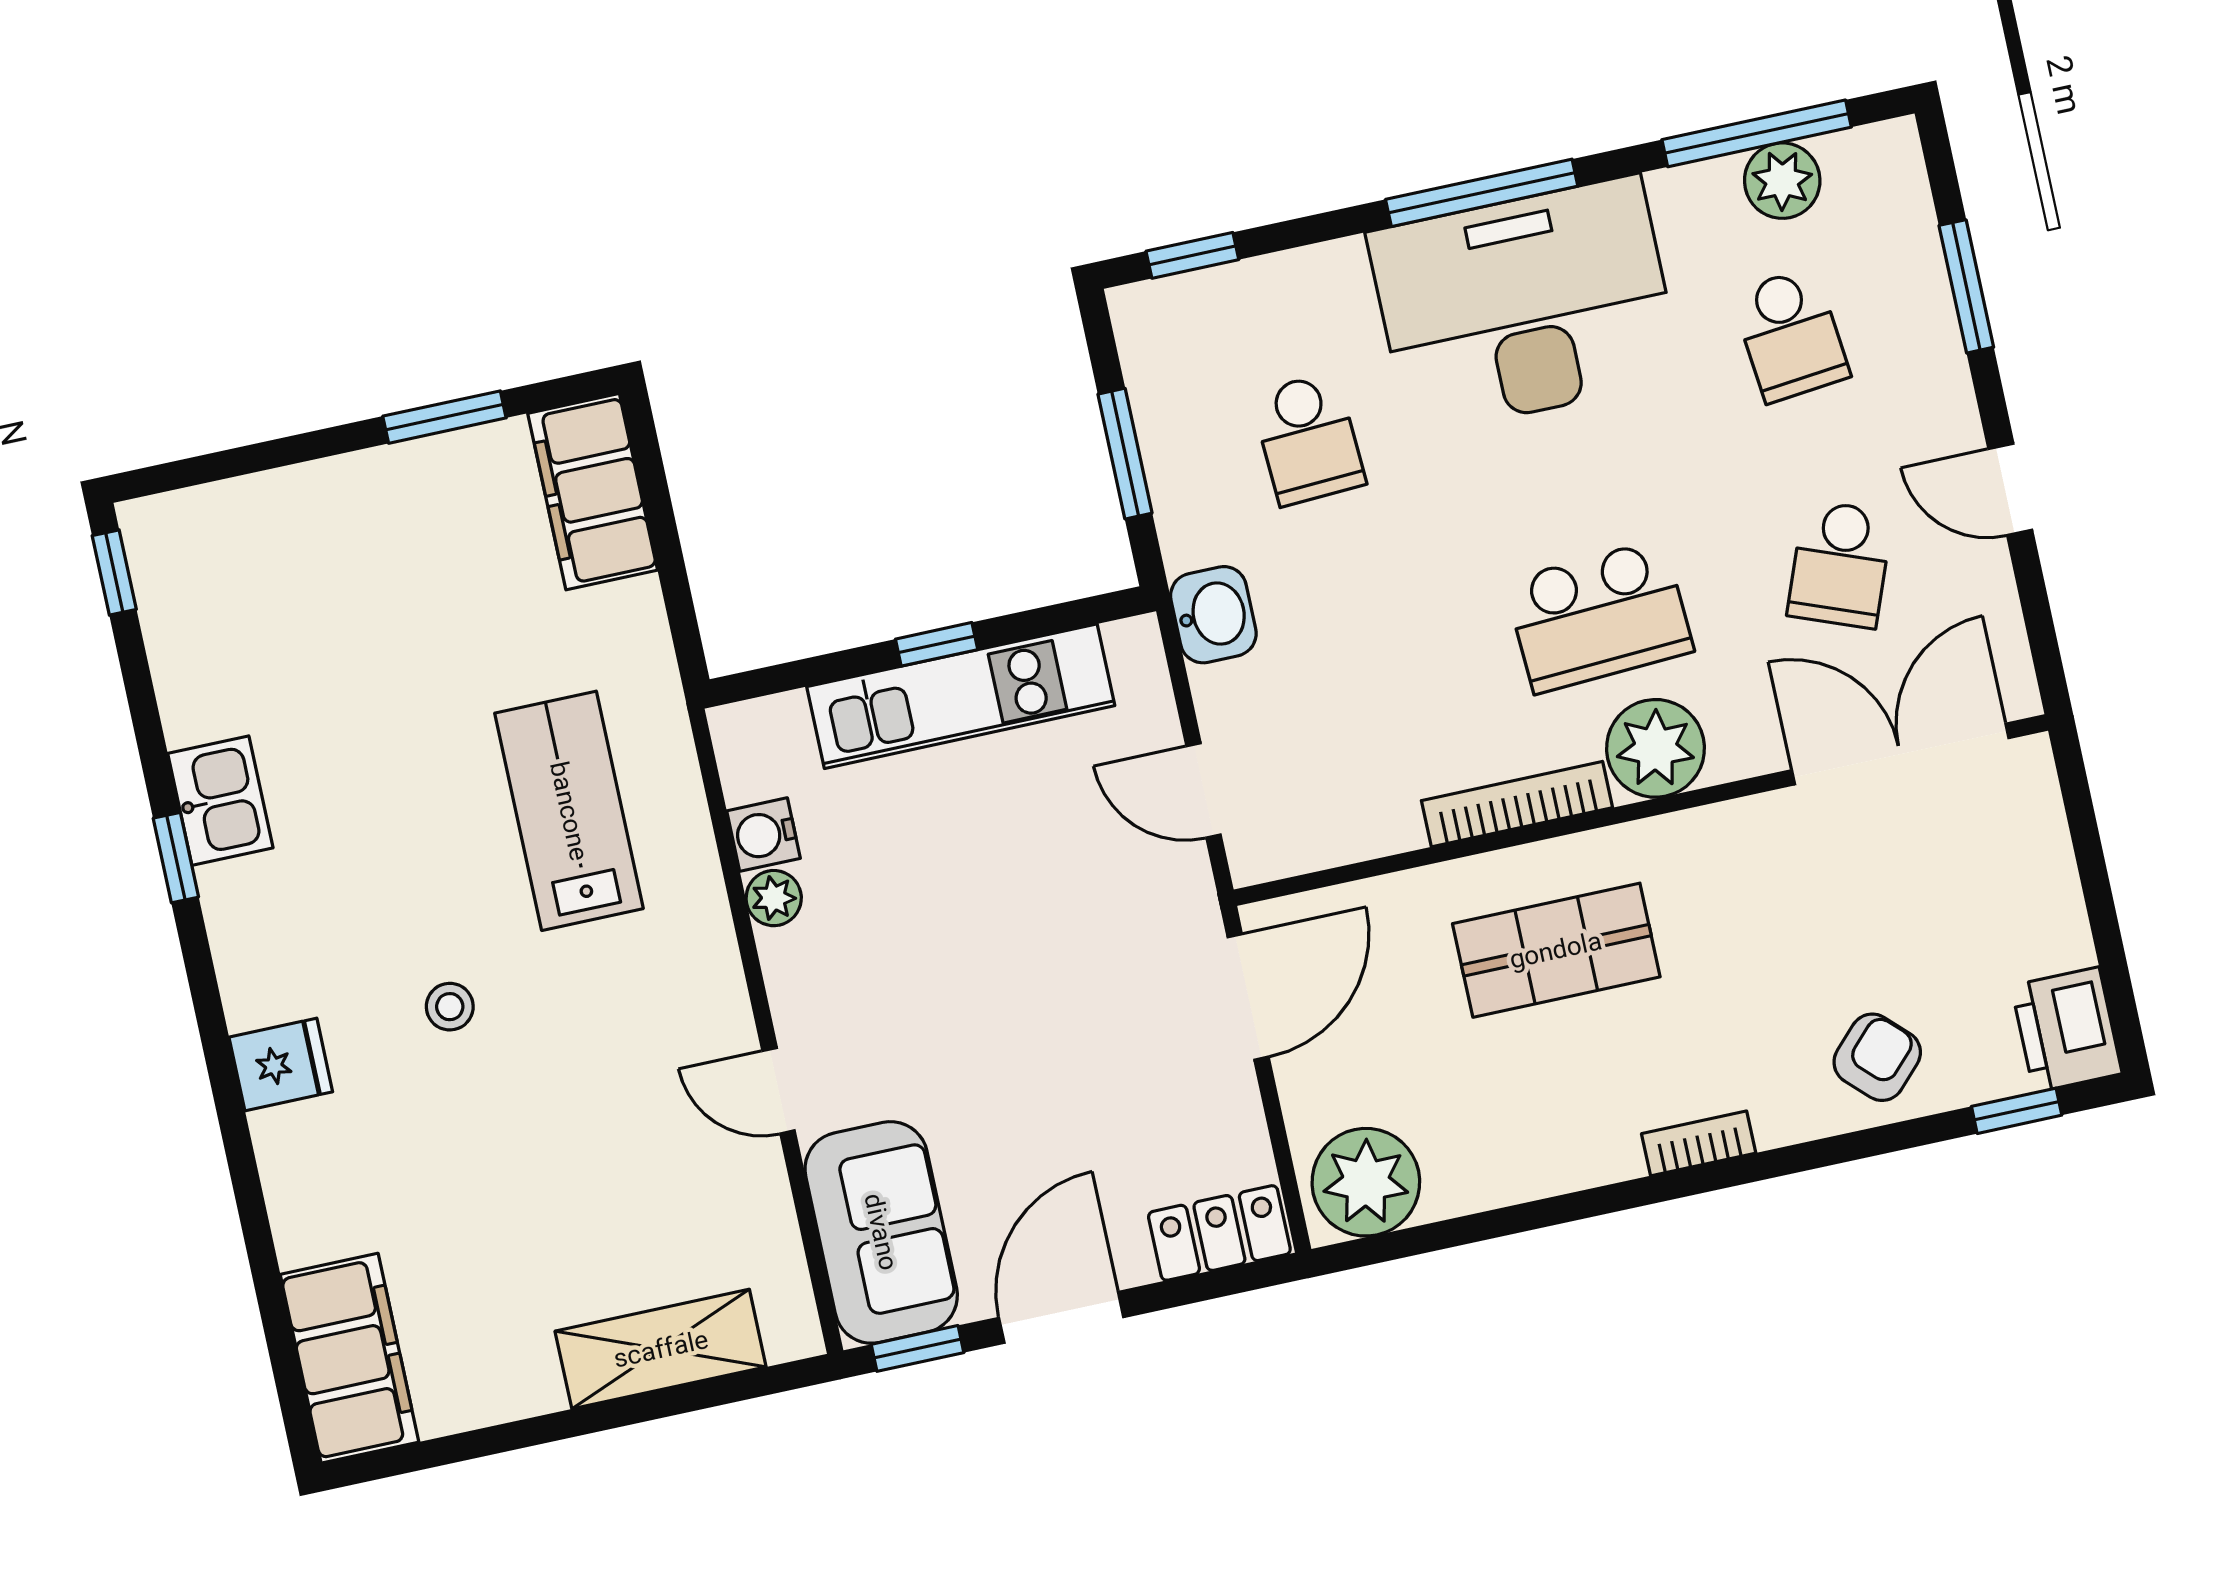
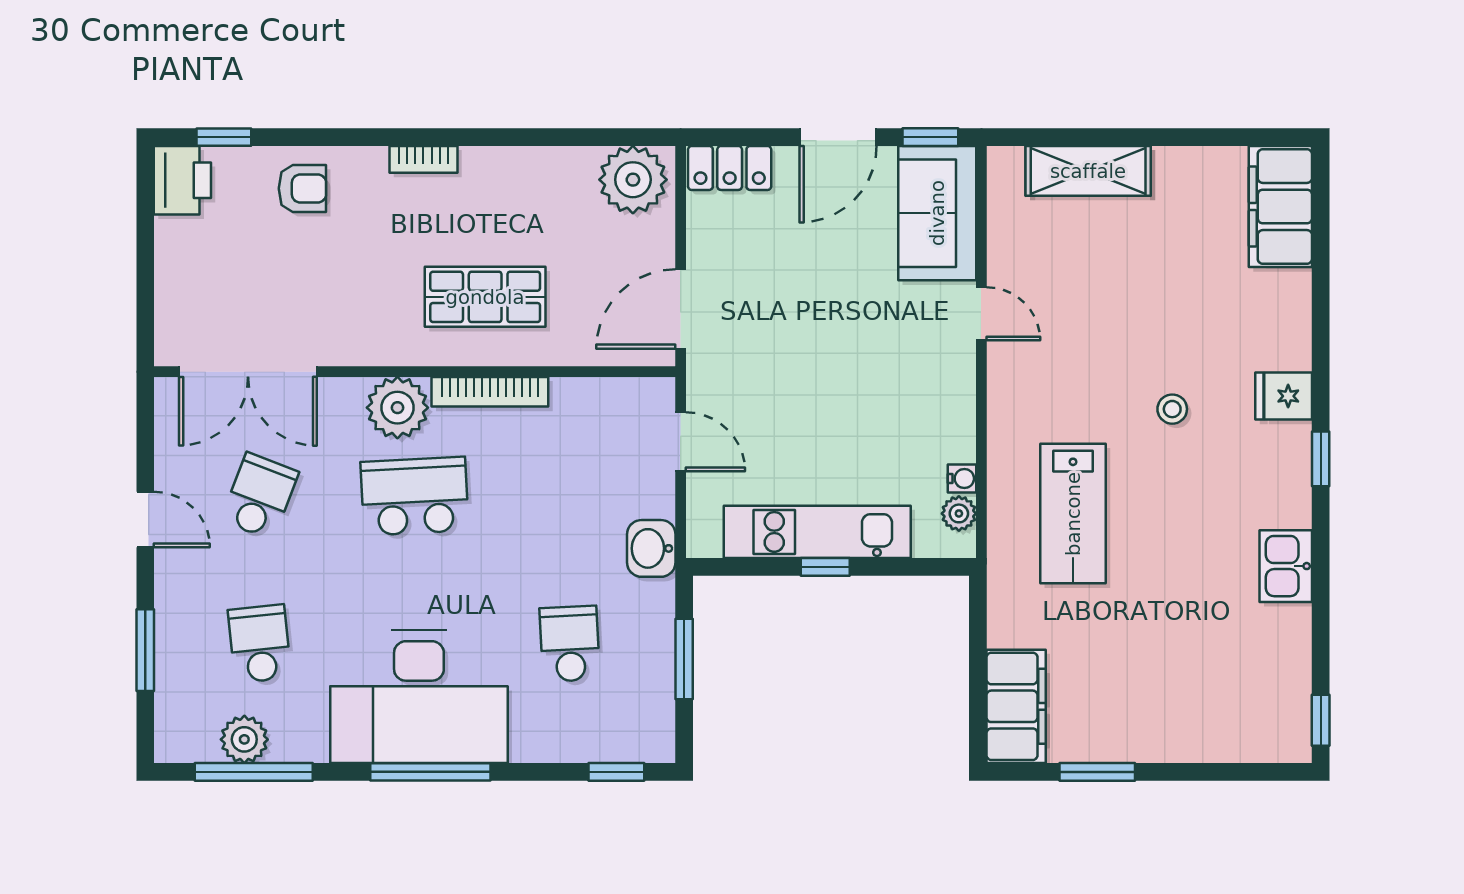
water cooler: (764, 835) -> (962, 479), width x0.72, depth x0.72
window: (176, 858) -> (1321, 459), moved
plant: (774, 898) -> (959, 513), moved
armchair: (1877, 1057) -> (302, 188), turned -134

